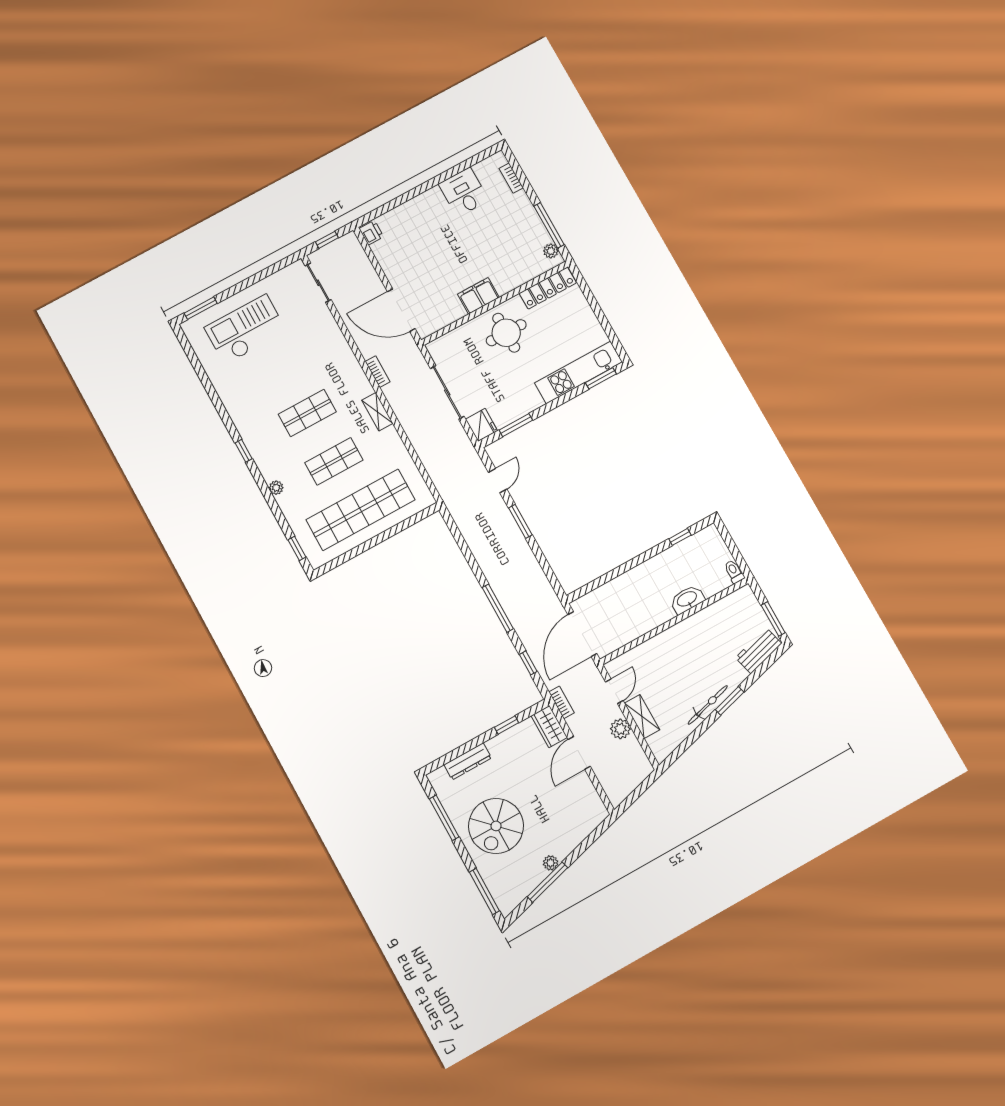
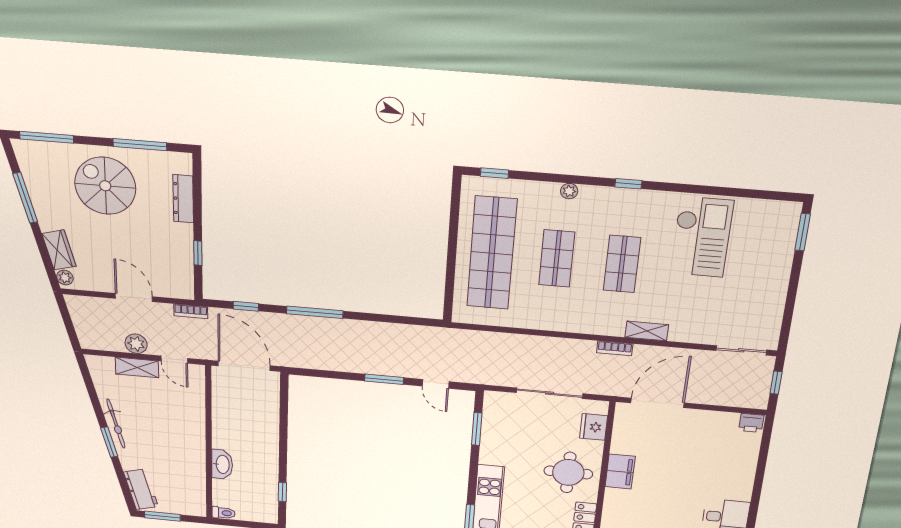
checkout: (246, 329) -> (702, 237), moved
shelving: (377, 412) -> (647, 331), moved
fridge: (482, 425) -> (594, 427), moved, turned 90
wardrobe: (549, 727) -> (59, 250), moved, turned 75
plant: (551, 863) -> (65, 278), moved

